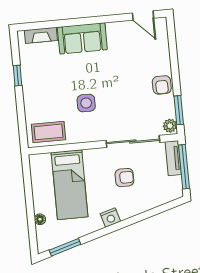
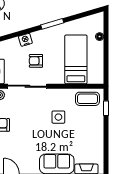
window: (18, 76) -> (106, 108), moved
nightstand: (110, 218) -> (25, 40), moved
window: (65, 247) -> (52, 24), moved

